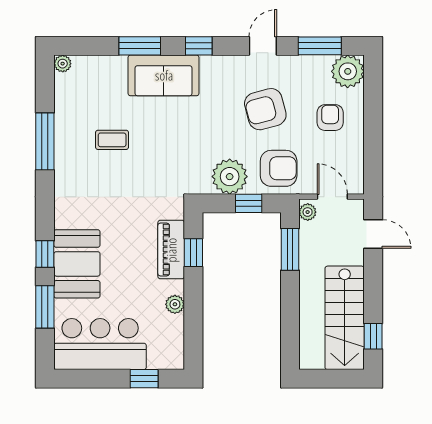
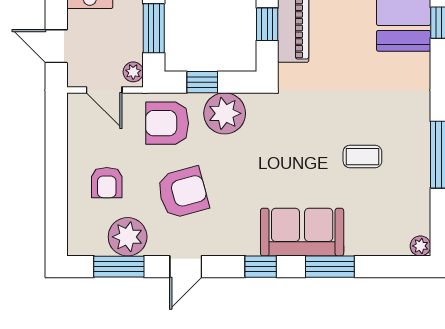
plant: (348, 71) -> (128, 237), moved

